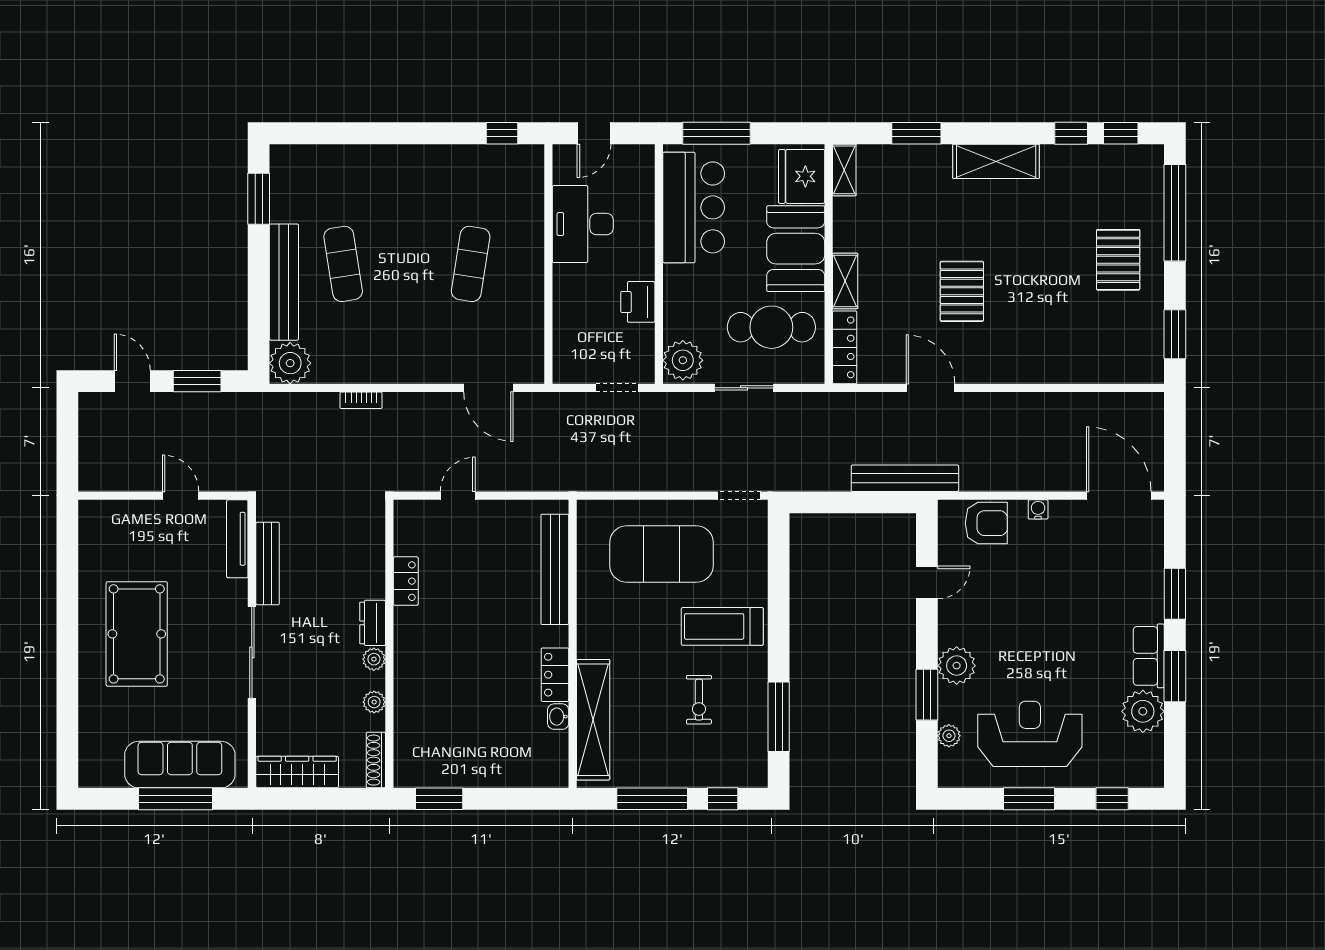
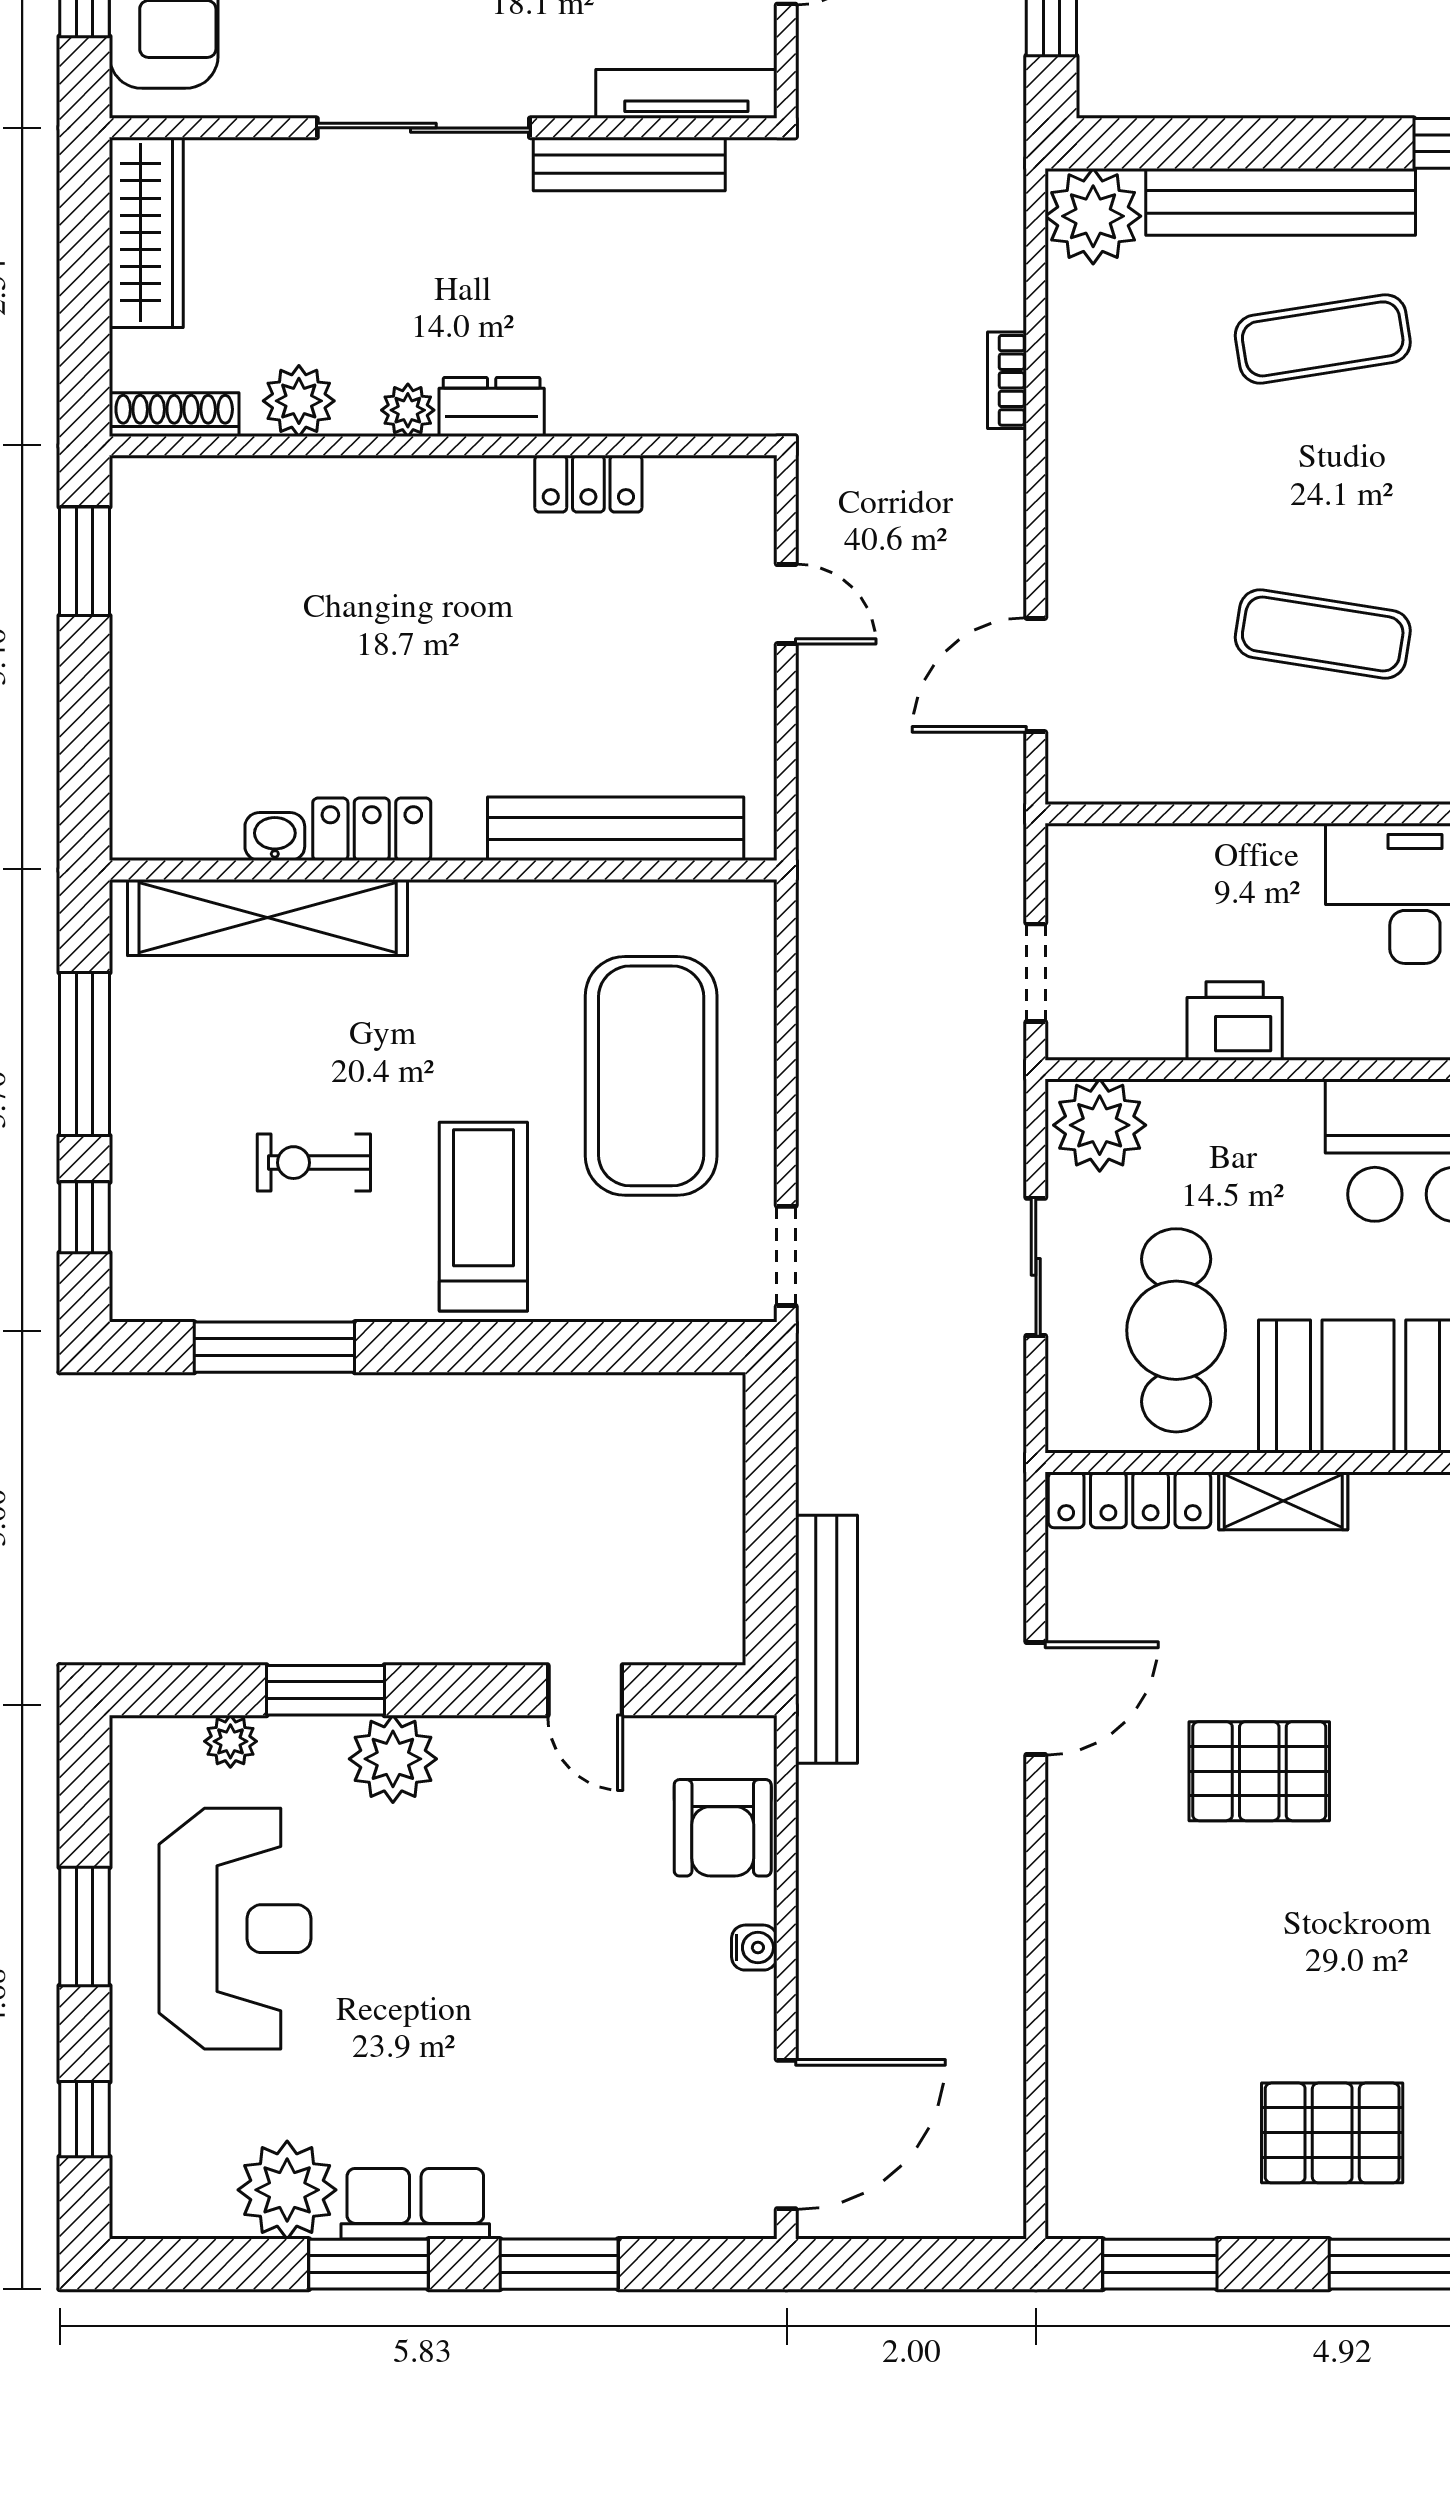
plant: (374, 702) -> (299, 401), width x1.38, depth x1.38

